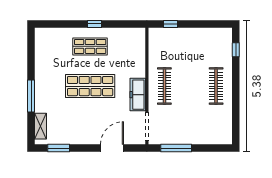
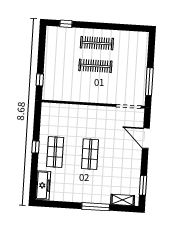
shop shelf: (90, 86) -> (90, 154), width x0.70, depth x0.74
clothes rail: (164, 86) -> (95, 66), moved
freezer: (138, 95) -> (43, 185), moved, turned -90

